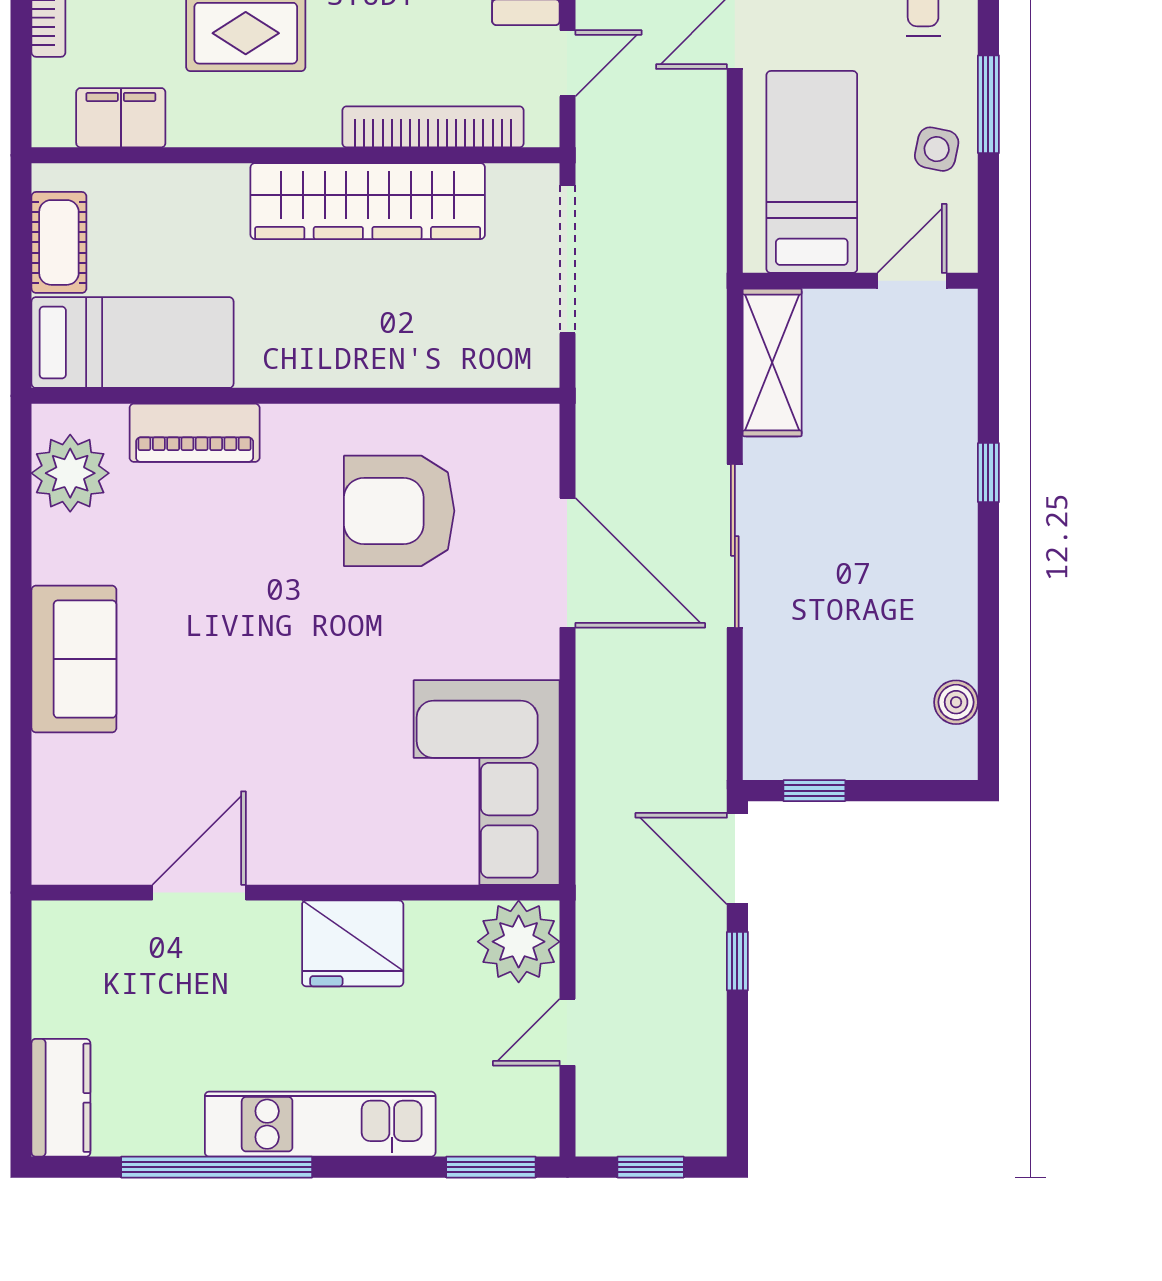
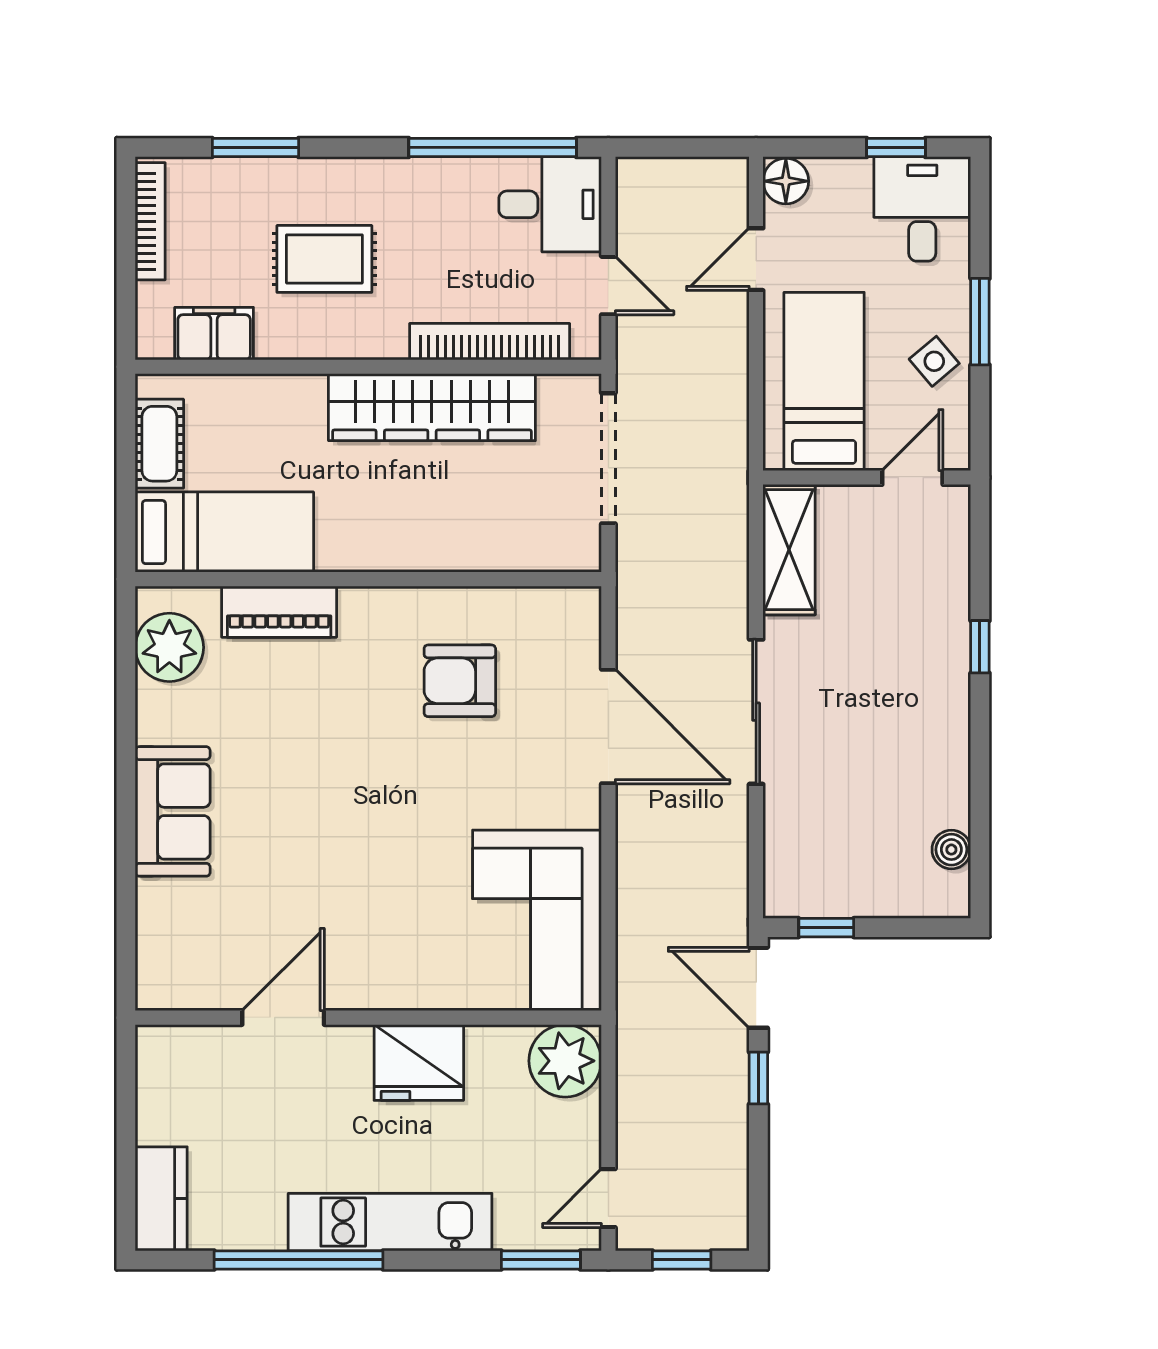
door: (567, 63) -> (608, 286), hinge flipped
side table: (937, 149) -> (934, 361), turned 38
armchair: (399, 511) -> (460, 681), width x0.73, depth x0.73
door: (567, 1032) -> (608, 1198), moved

